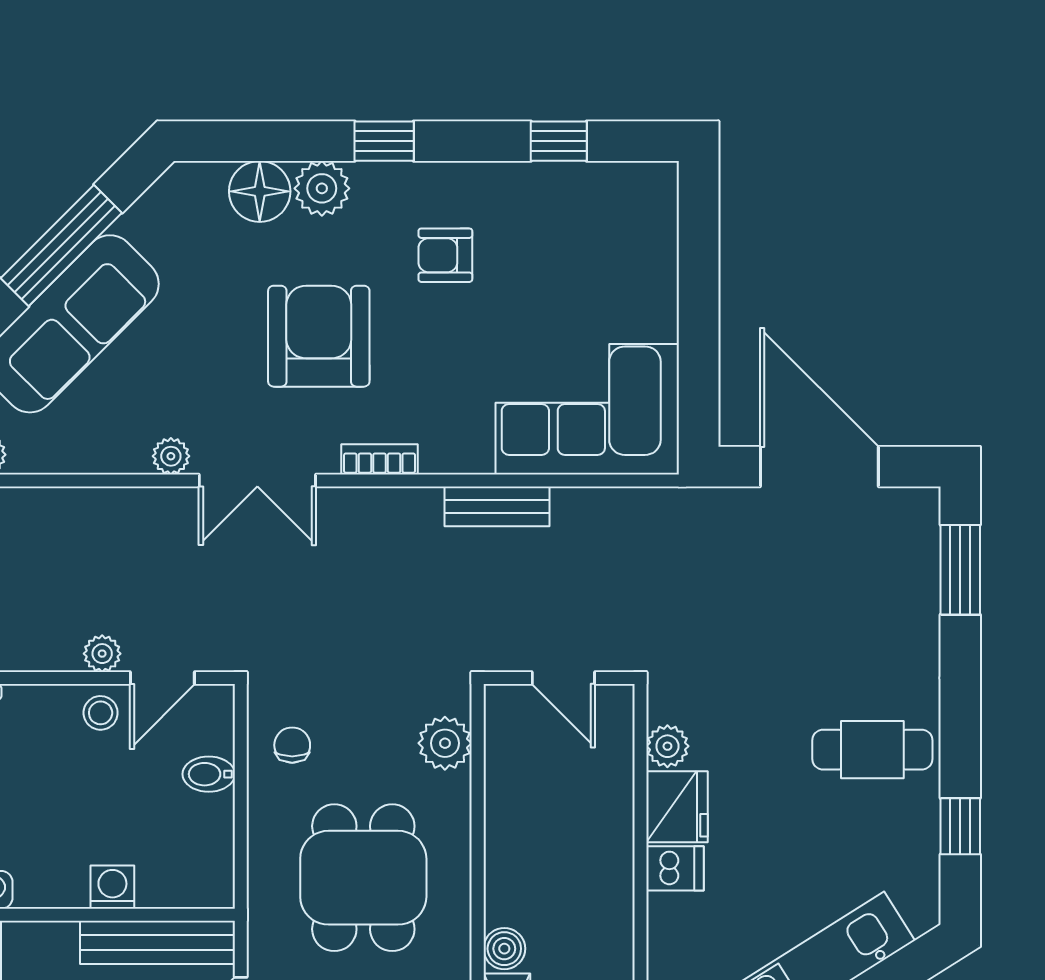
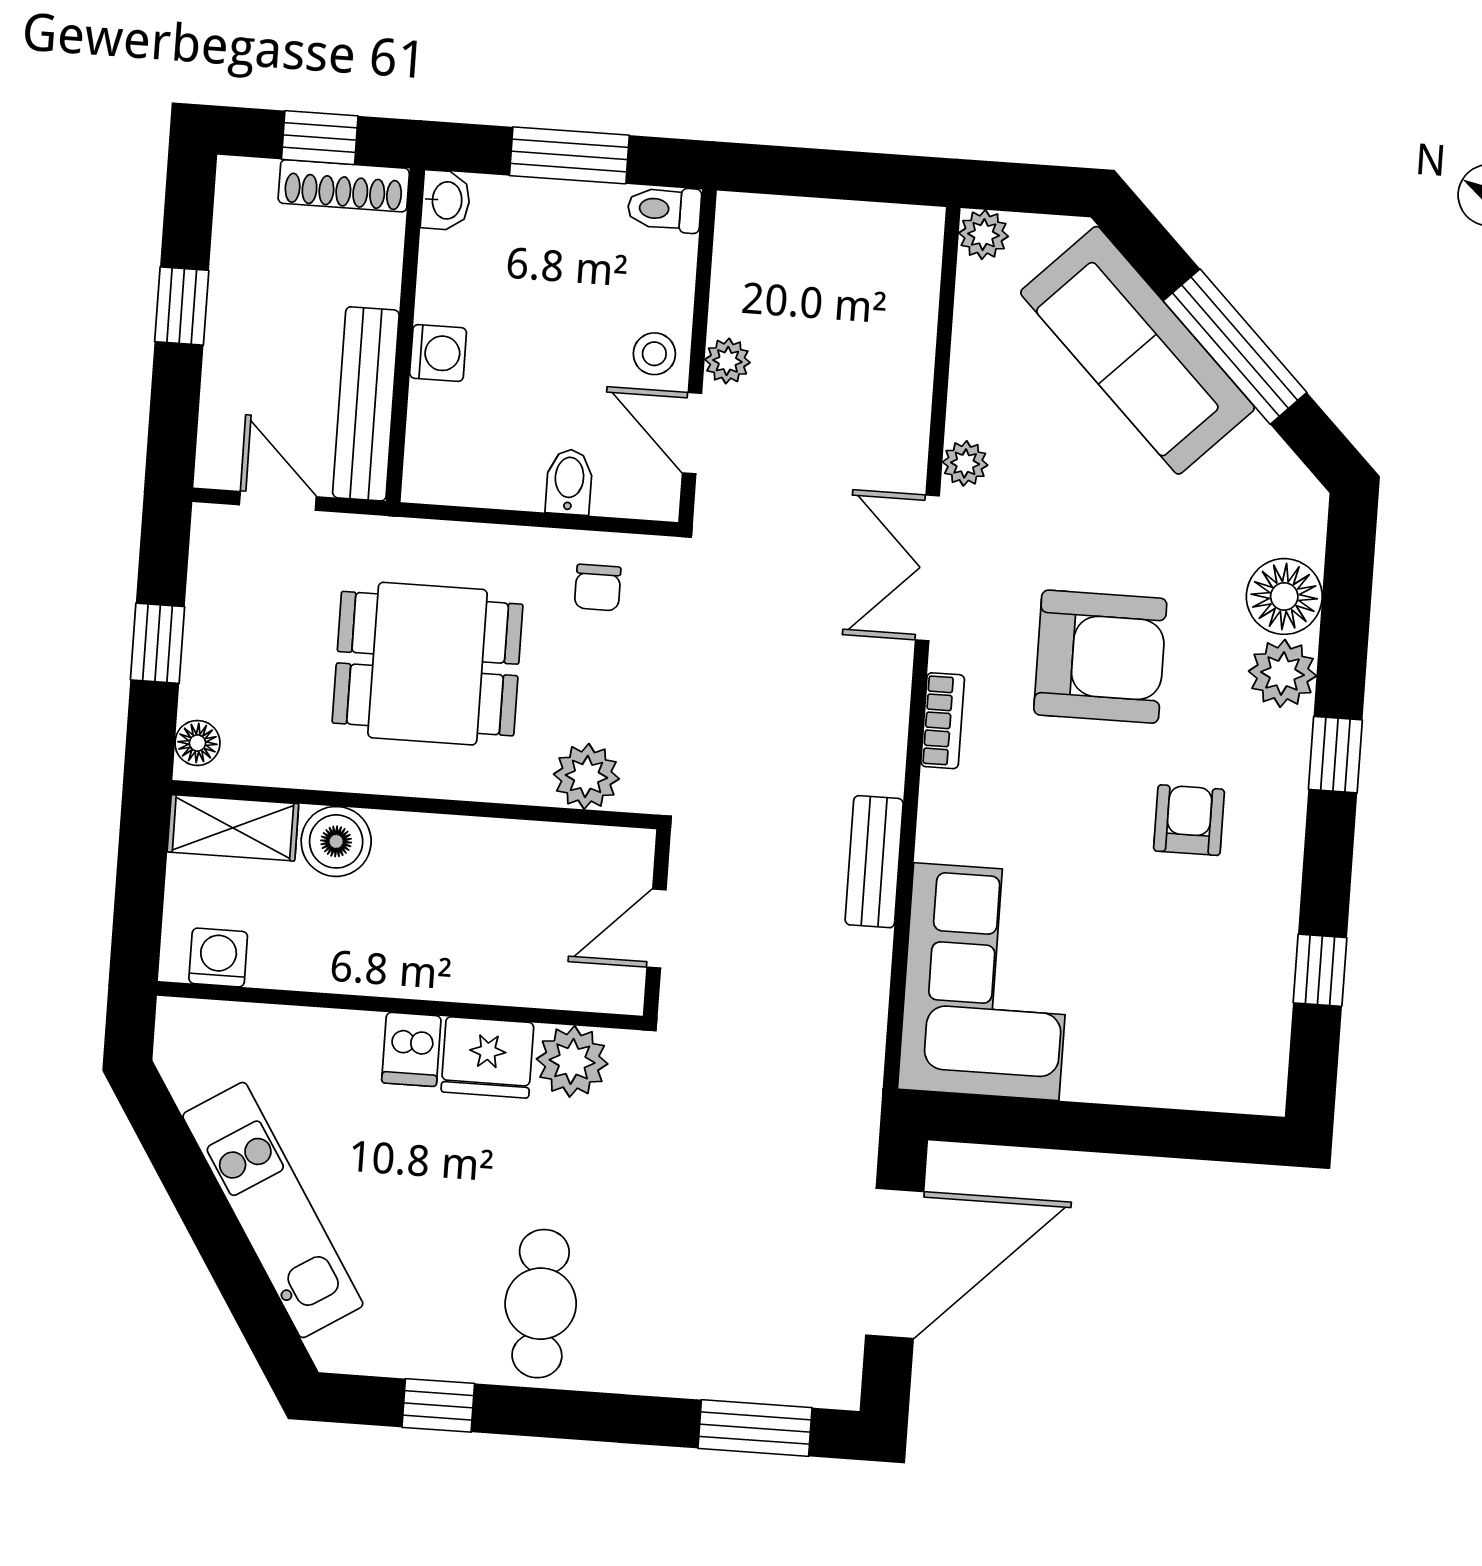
chair: (292, 745) -> (598, 588), turned 90
plant: (667, 746) -> (572, 1061), width x1.38, depth x1.38
boiler: (504, 949) -> (336, 841), width x1.36, depth x1.36

